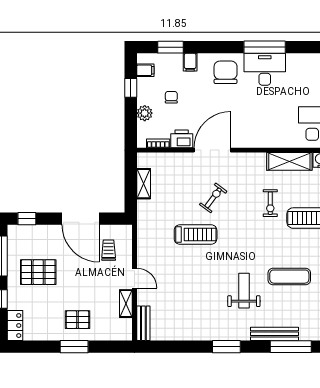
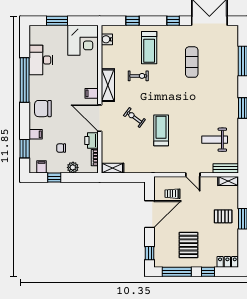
window: (265, 47) -> (25, 80), width x1.46
desk: (265, 69) -> (41, 60), moved
filing cabinet: (246, 139) -> (92, 93), added
shelving: (289, 161) -> (108, 85), moved
shelving: (144, 184) -> (112, 168), moved
door: (135, 278) -> (193, 175), swing flipped
weight bench: (244, 291) -> (215, 140), moved
shelving: (126, 304) -> (228, 181), moved
pallet: (77, 320) -> (223, 216), turned 90
bench: (274, 334) -> (233, 73), removed

